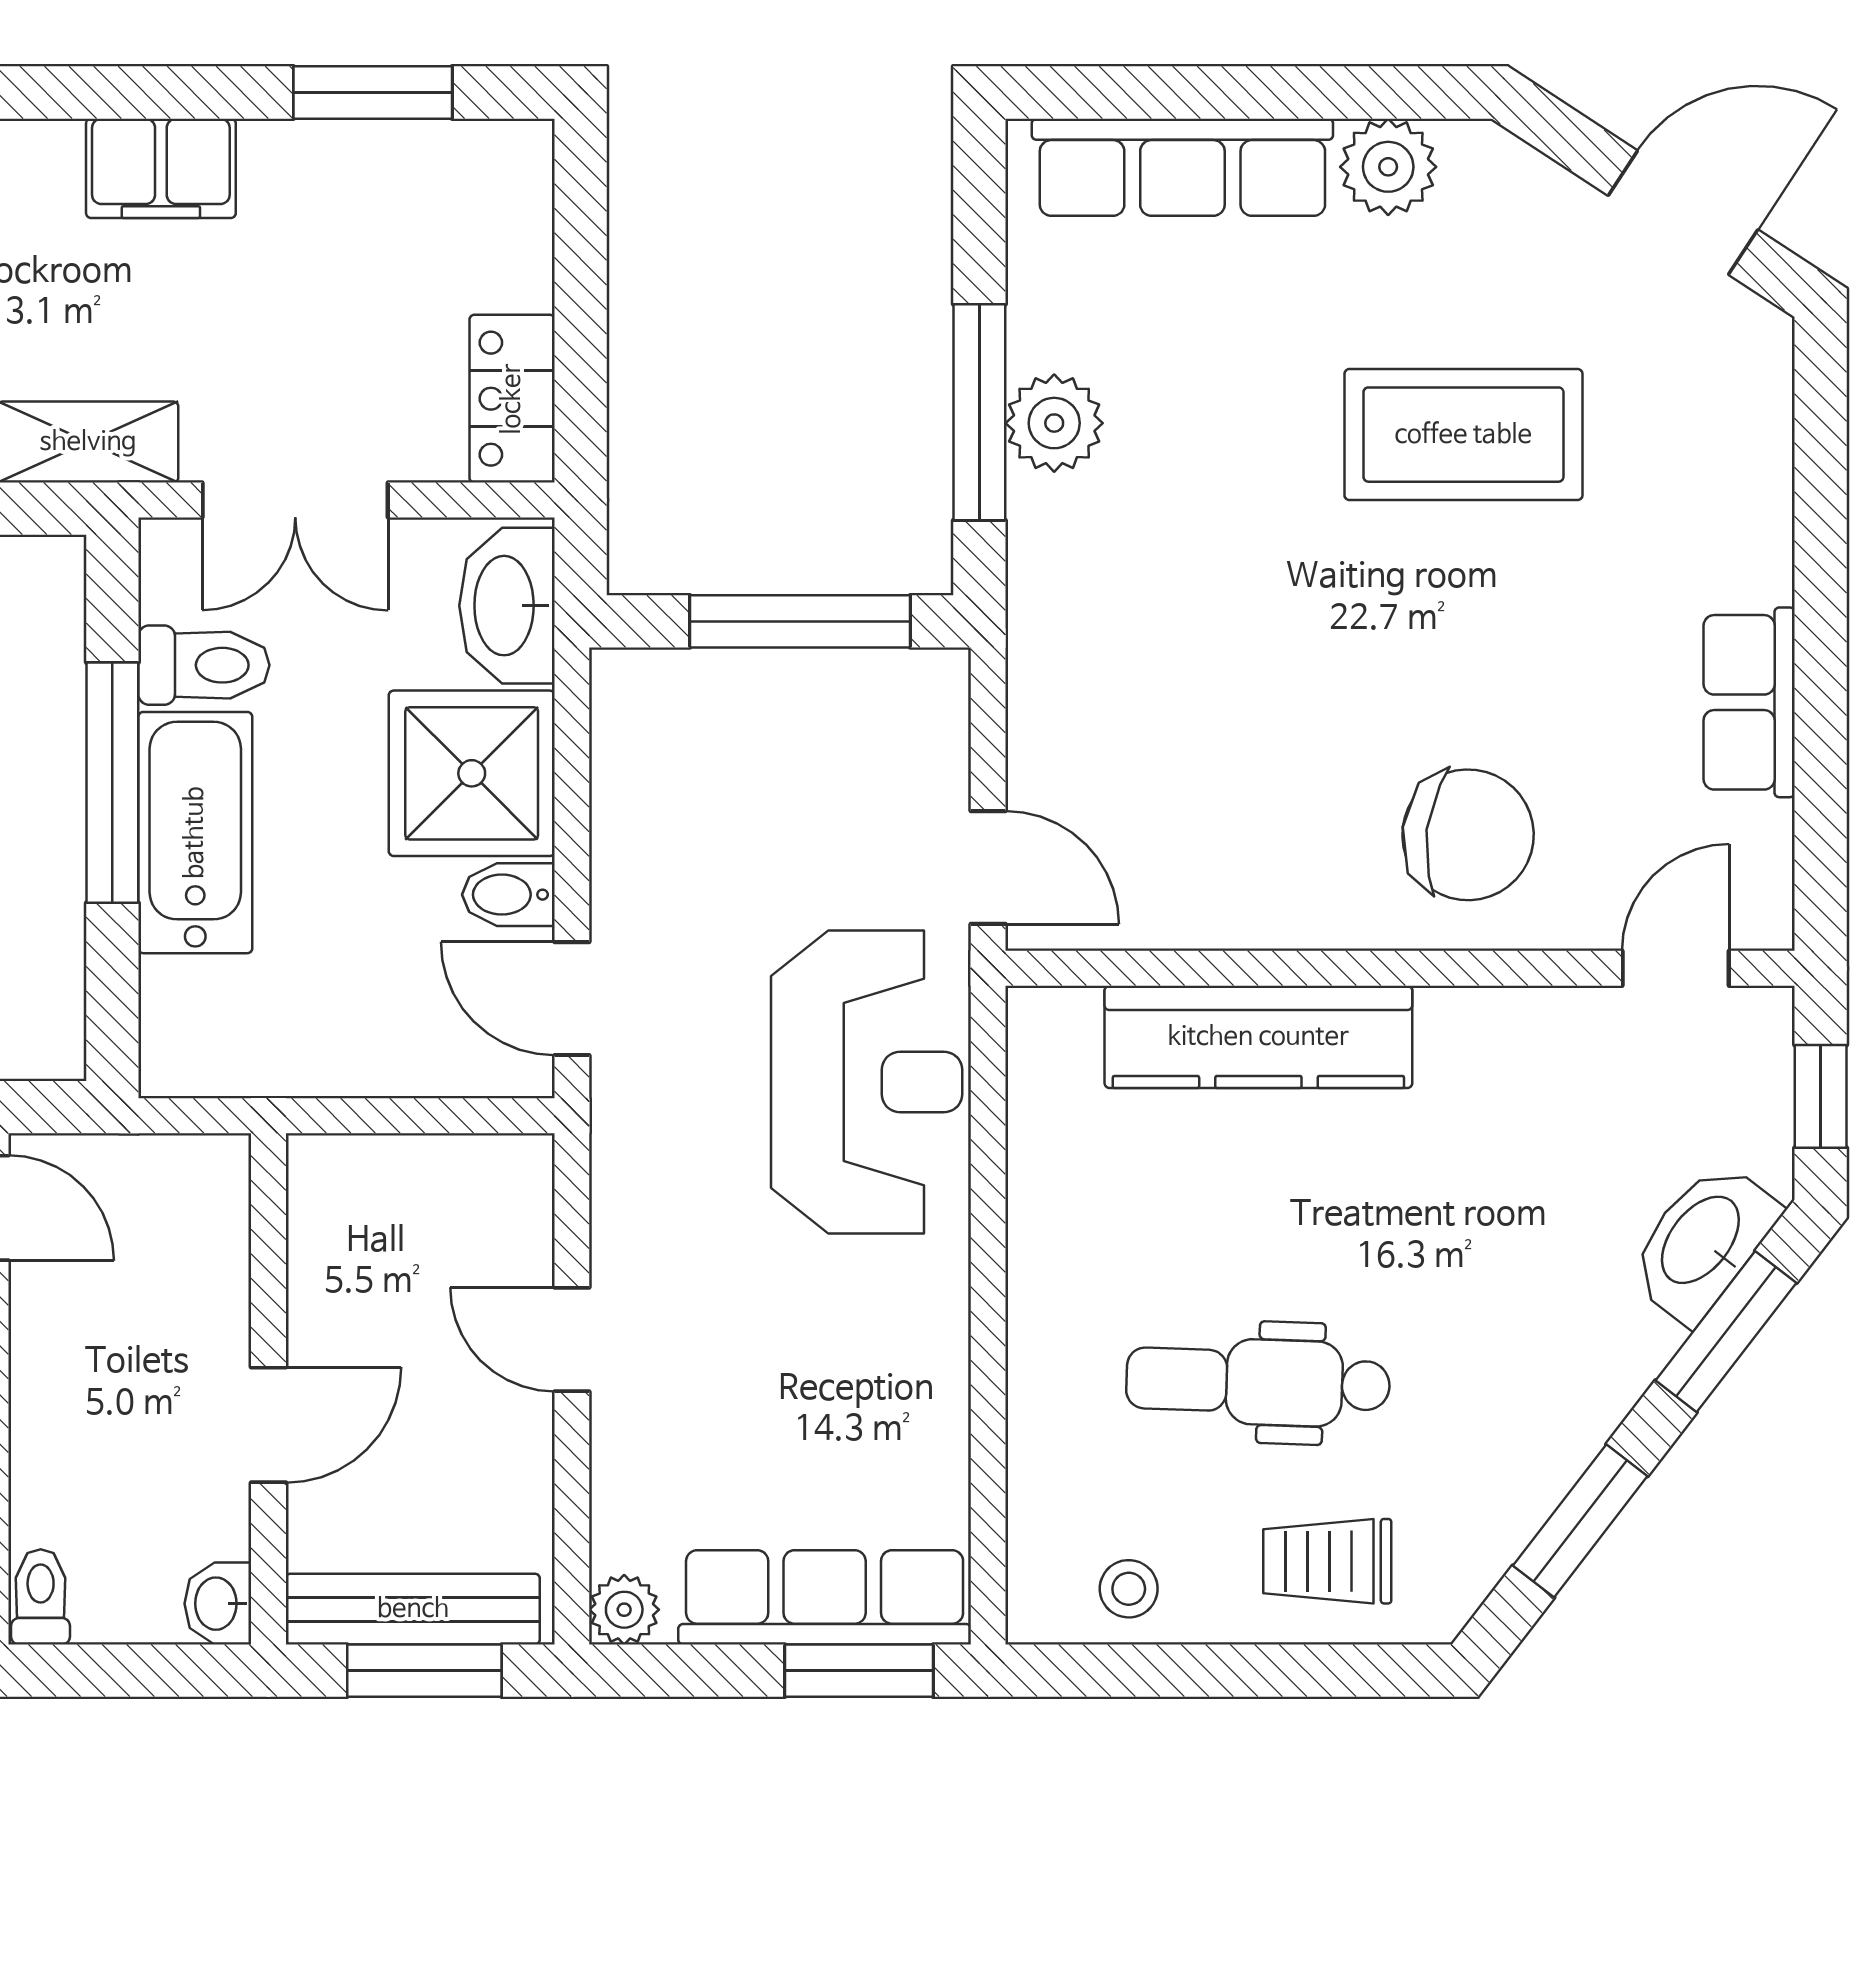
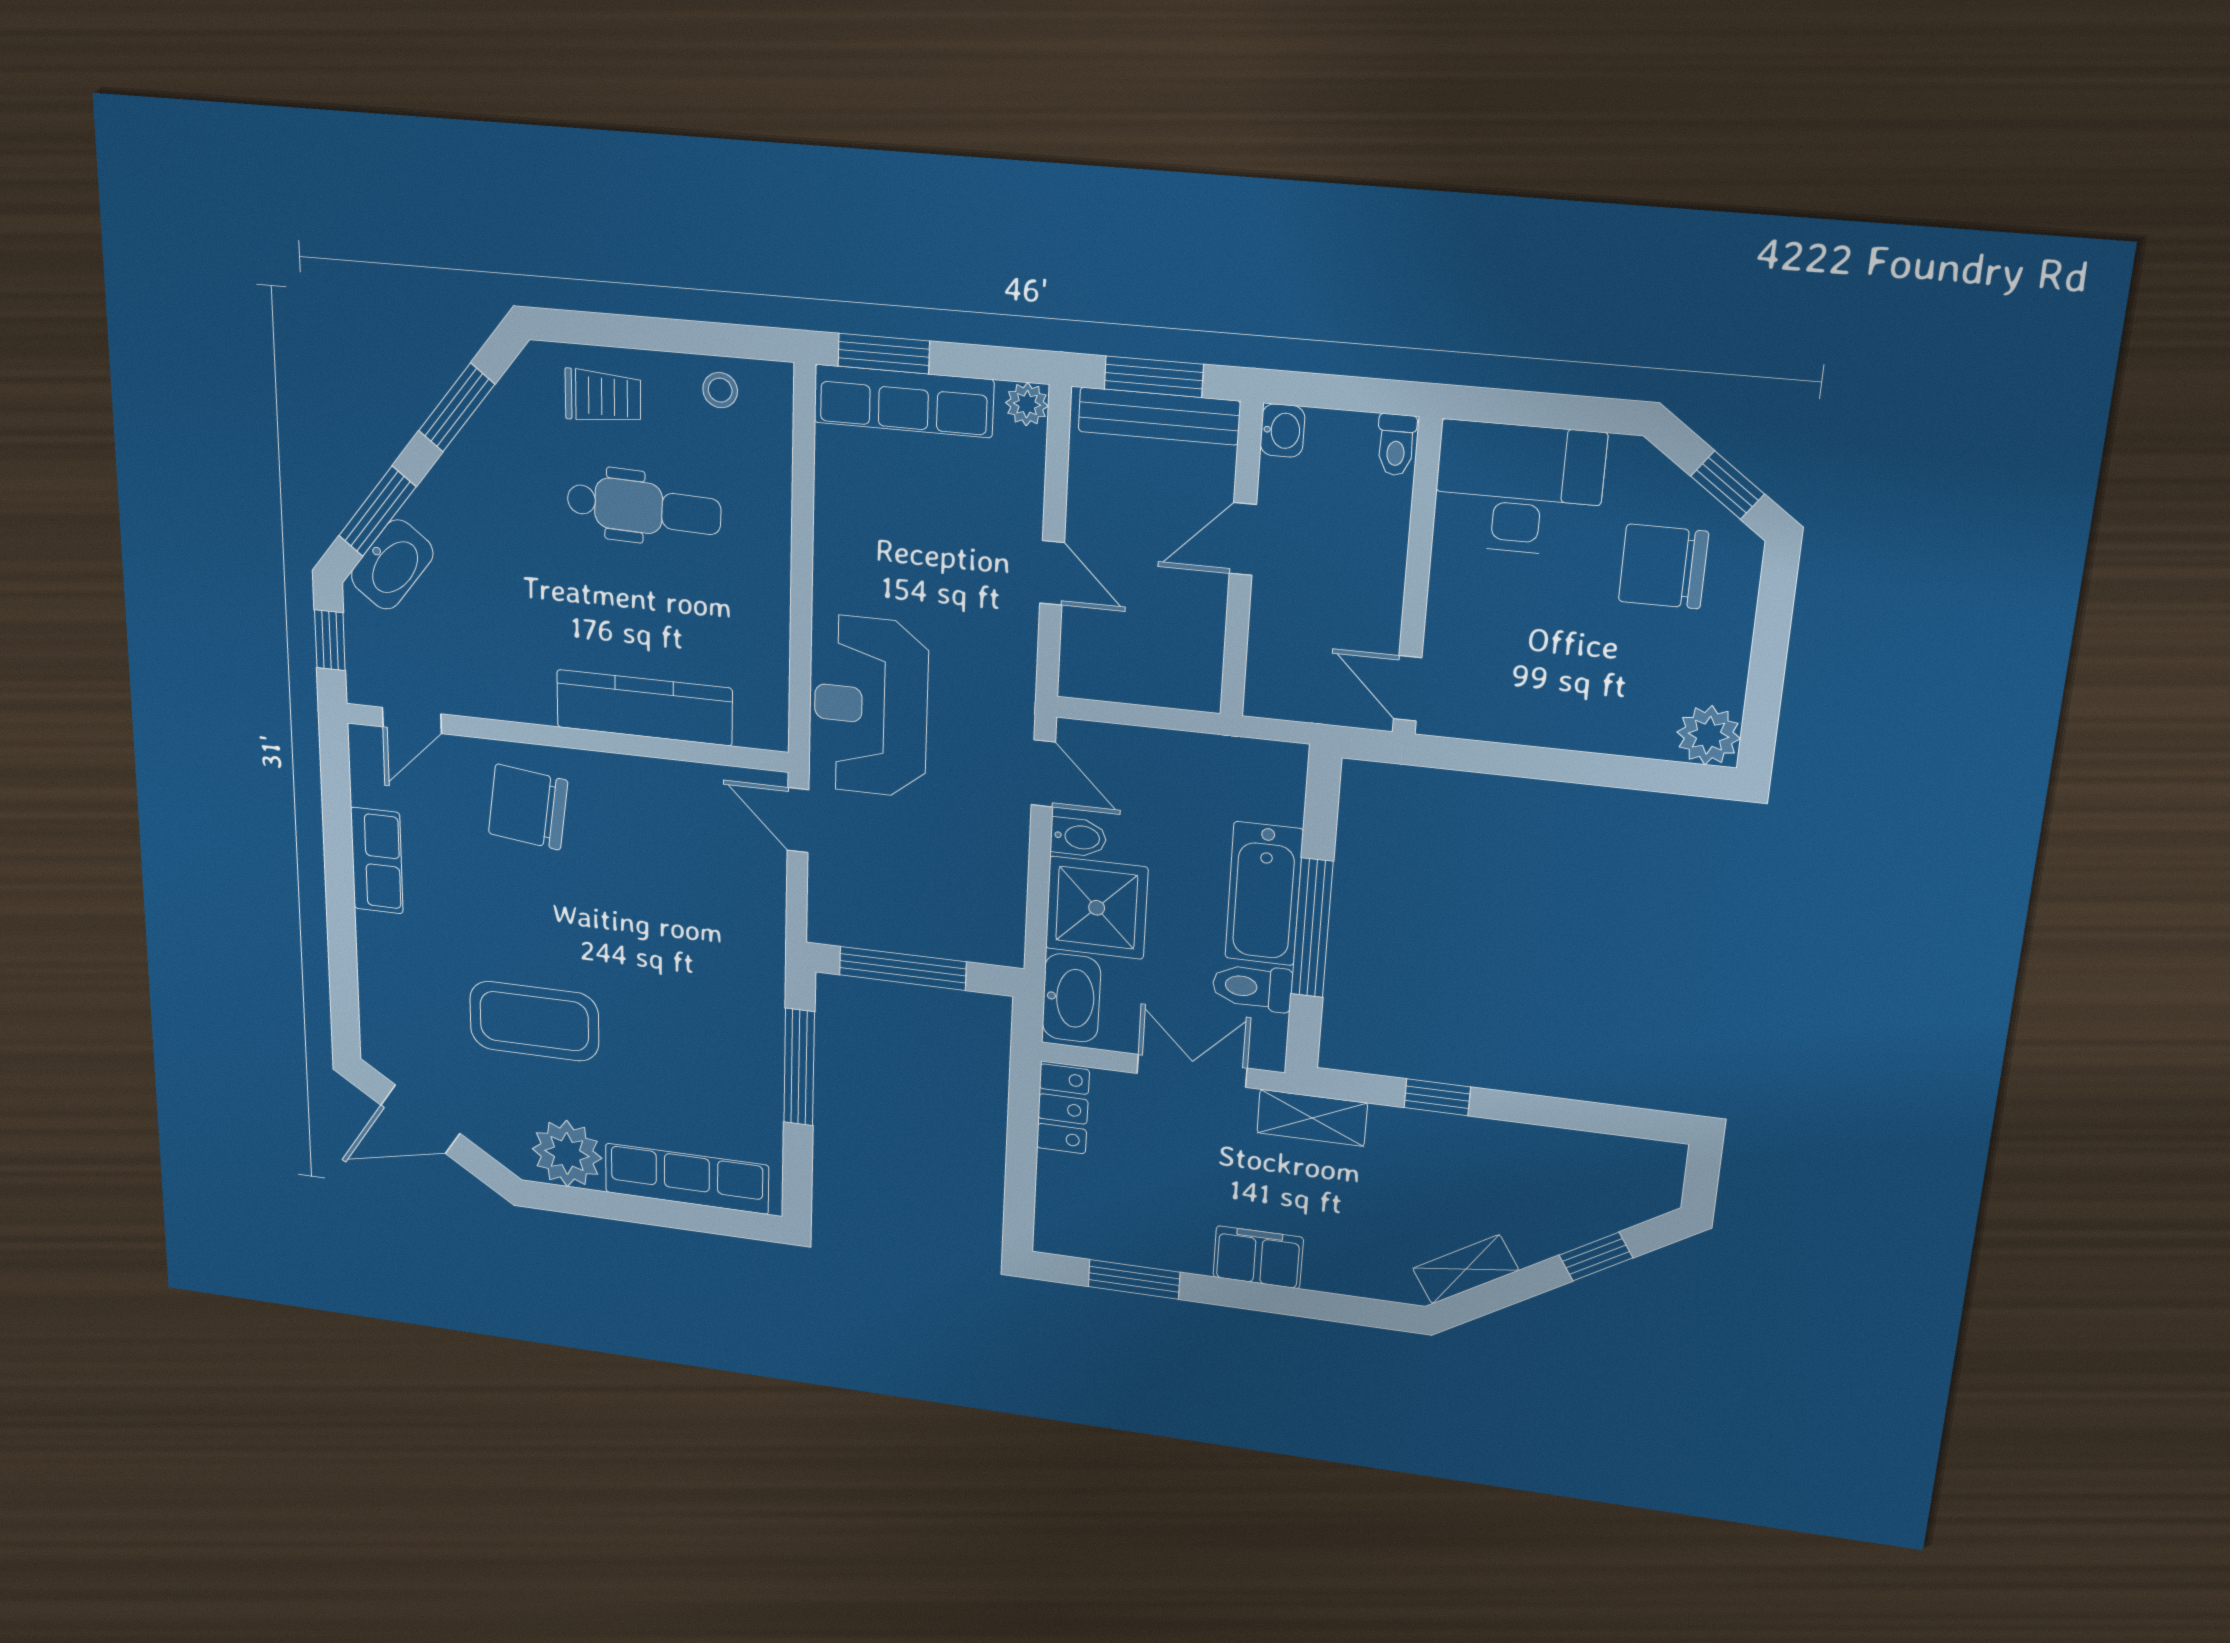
plant: (1388, 167) -> (567, 1154), width x1.36, depth x1.36
plant: (1054, 423) -> (758, 1056), removed

